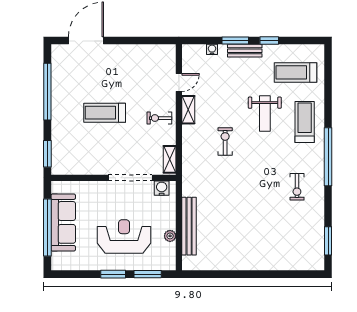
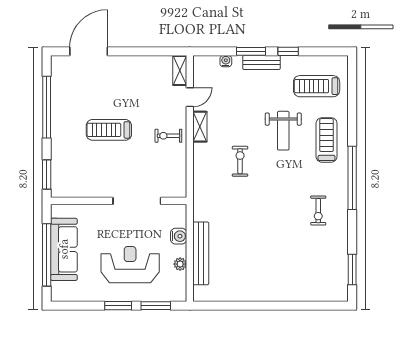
shelving: (170, 159) -> (180, 70), moved
water cooler: (162, 188) -> (179, 236), moved, turned 90

